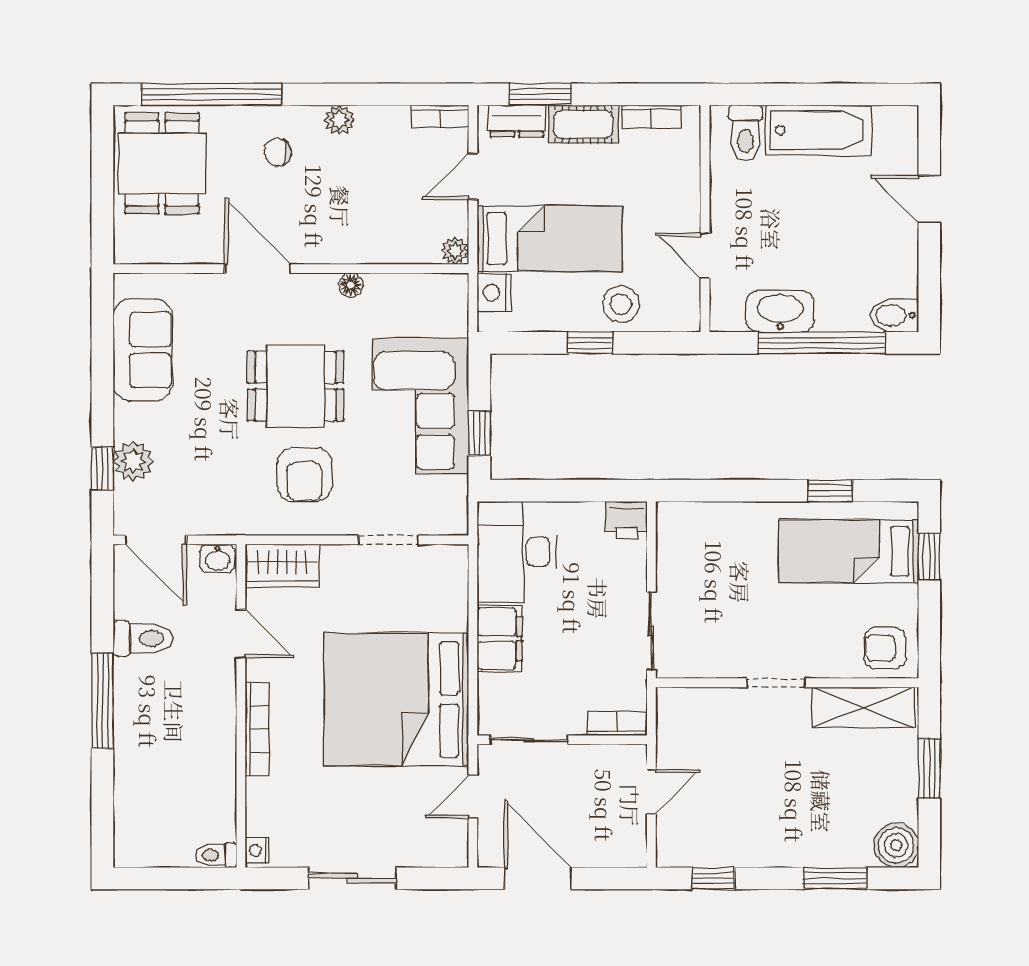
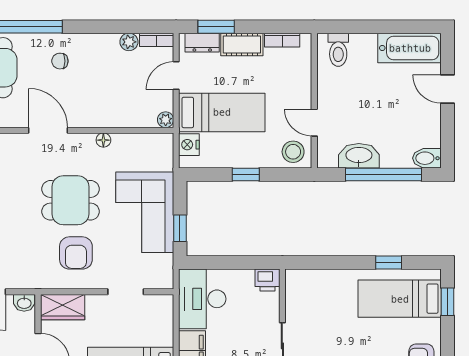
plant: (339, 120) -> (129, 42), moved
bathtub: (819, 130) -> (410, 48), moved
stool: (621, 304) -> (293, 152), moved

